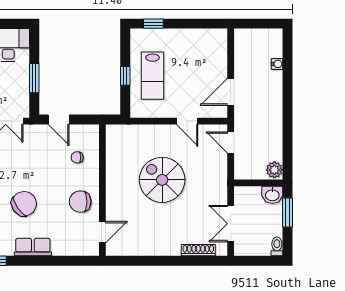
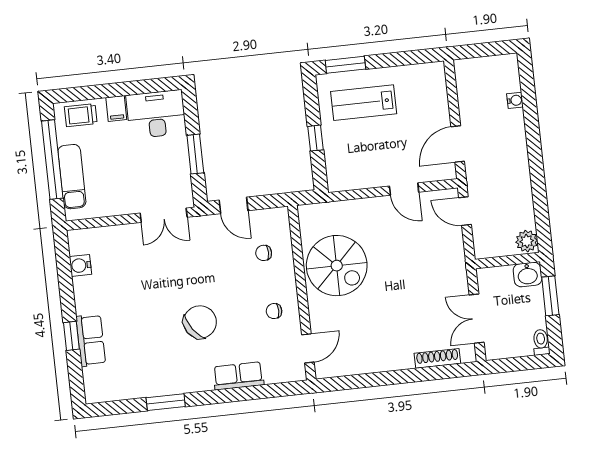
window: (153, 24) -> (345, 65), width x1.50
lab bench: (153, 76) -> (364, 103), moved, turned 90
spiral stairs: (162, 180) -> (337, 266), moved, turned 180
chair: (80, 202) -> (274, 311), width x0.54, depth x0.54
row of seats: (33, 247) -> (238, 376), moved

